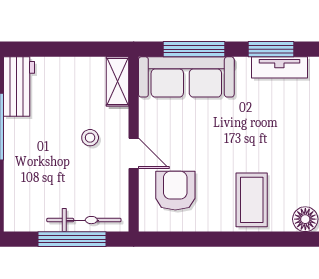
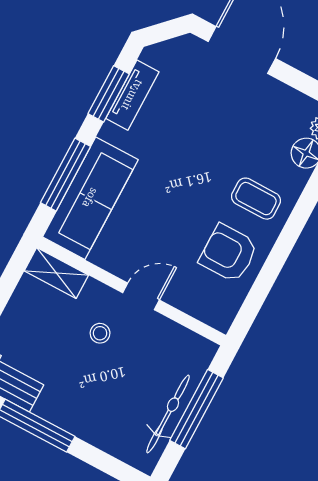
armchair: (175, 191) -> (229, 253), moved
coffee table: (252, 200) -> (256, 199), width x0.73, depth x0.77
bicycle: (84, 220) -> (168, 414), moved

